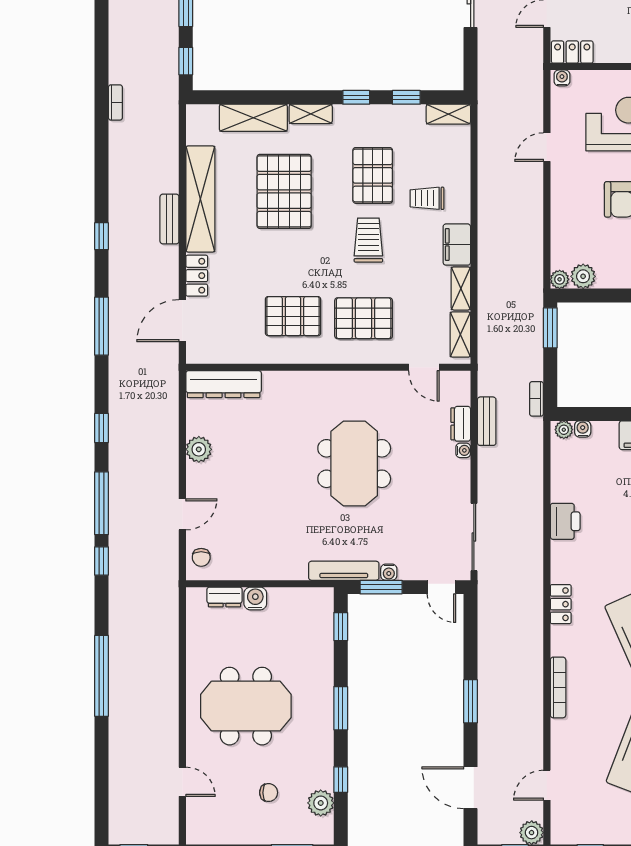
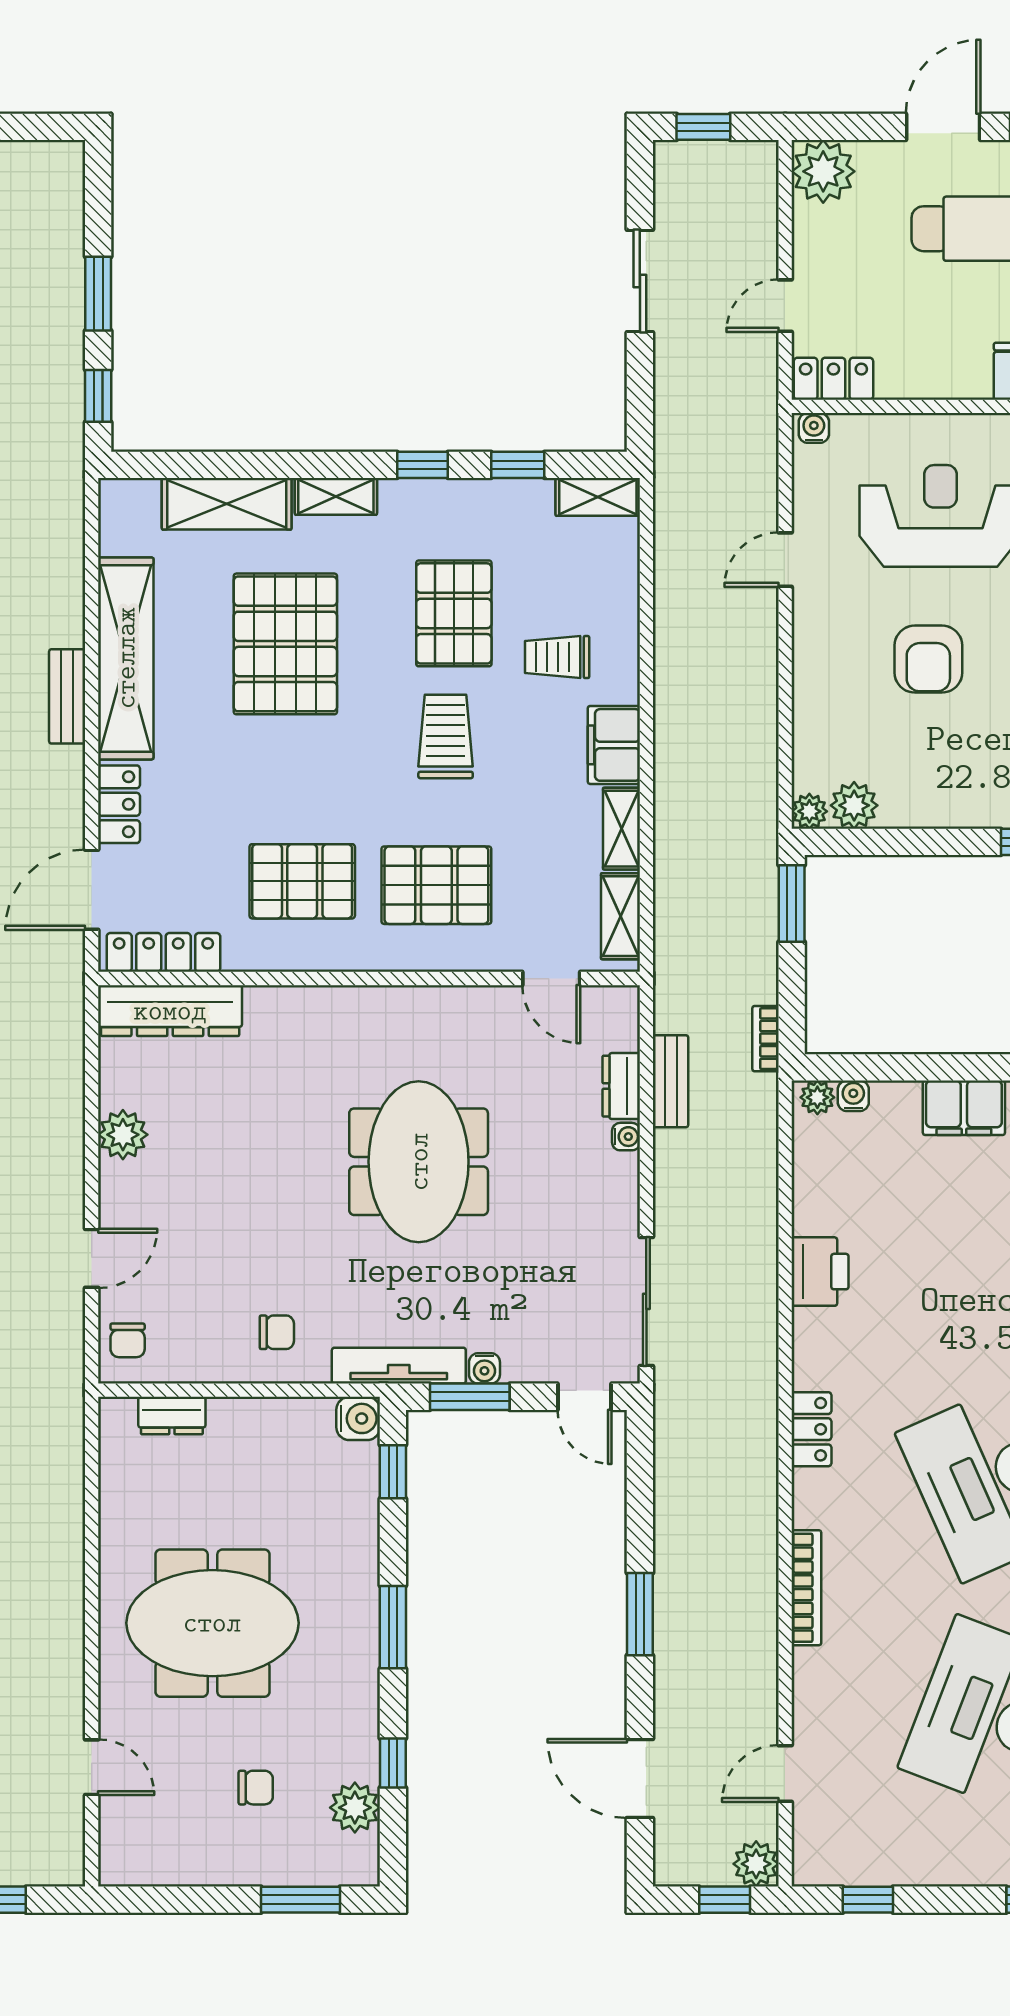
locker: (220, 354) -> (163, 952), added
chair: (280, 553) -> (277, 1332), added
water cooler: (255, 599) -> (358, 1418), moved, turned 90

